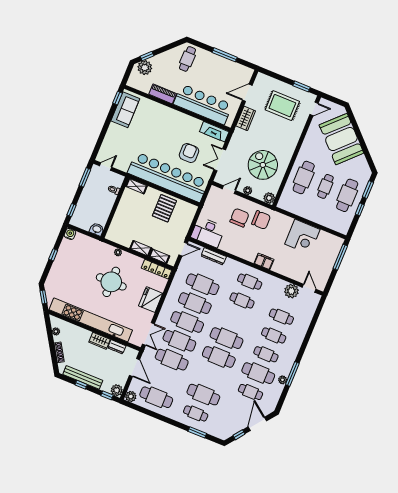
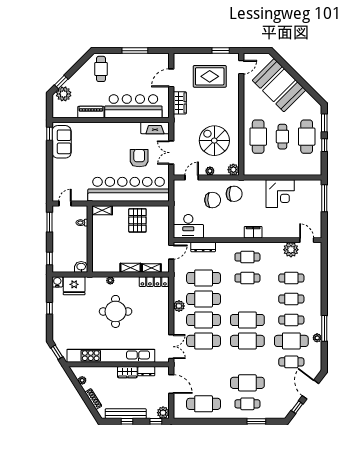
chair: (239, 218) -> (213, 200), turned 88
fridge: (151, 300) -> (74, 286), moved, turned -90
cafe table: (172, 360) -> (204, 362), removed
plant: (131, 396) -> (179, 306), moved

